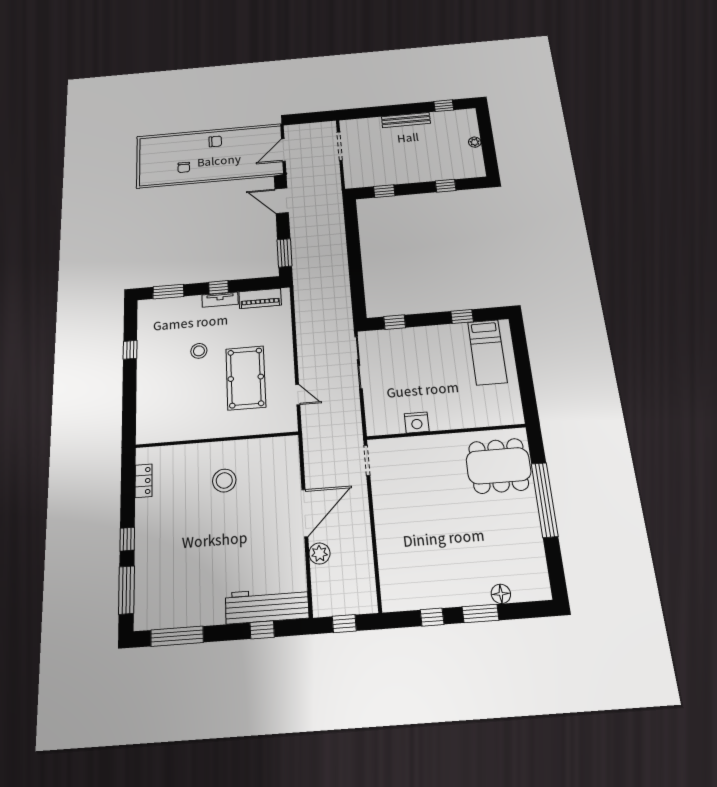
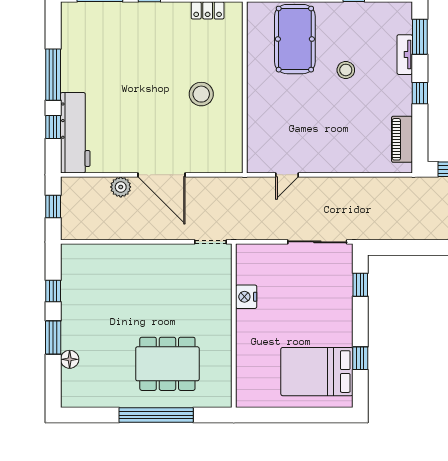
tv unit: (220, 300) -> (405, 55), moved
bed: (487, 352) -> (317, 372), width x1.50
pool table: (246, 378) -> (295, 39), moved, turned 90
dining table: (498, 466) -> (167, 364), moved, turned 90
window: (177, 636) -> (53, 75), moved

